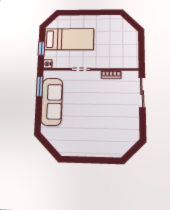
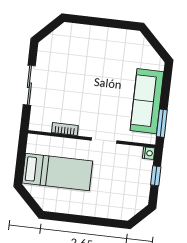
bed: (69, 39) -> (57, 172), moved, turned 180
sliding door: (142, 93) -> (29, 85), moved

